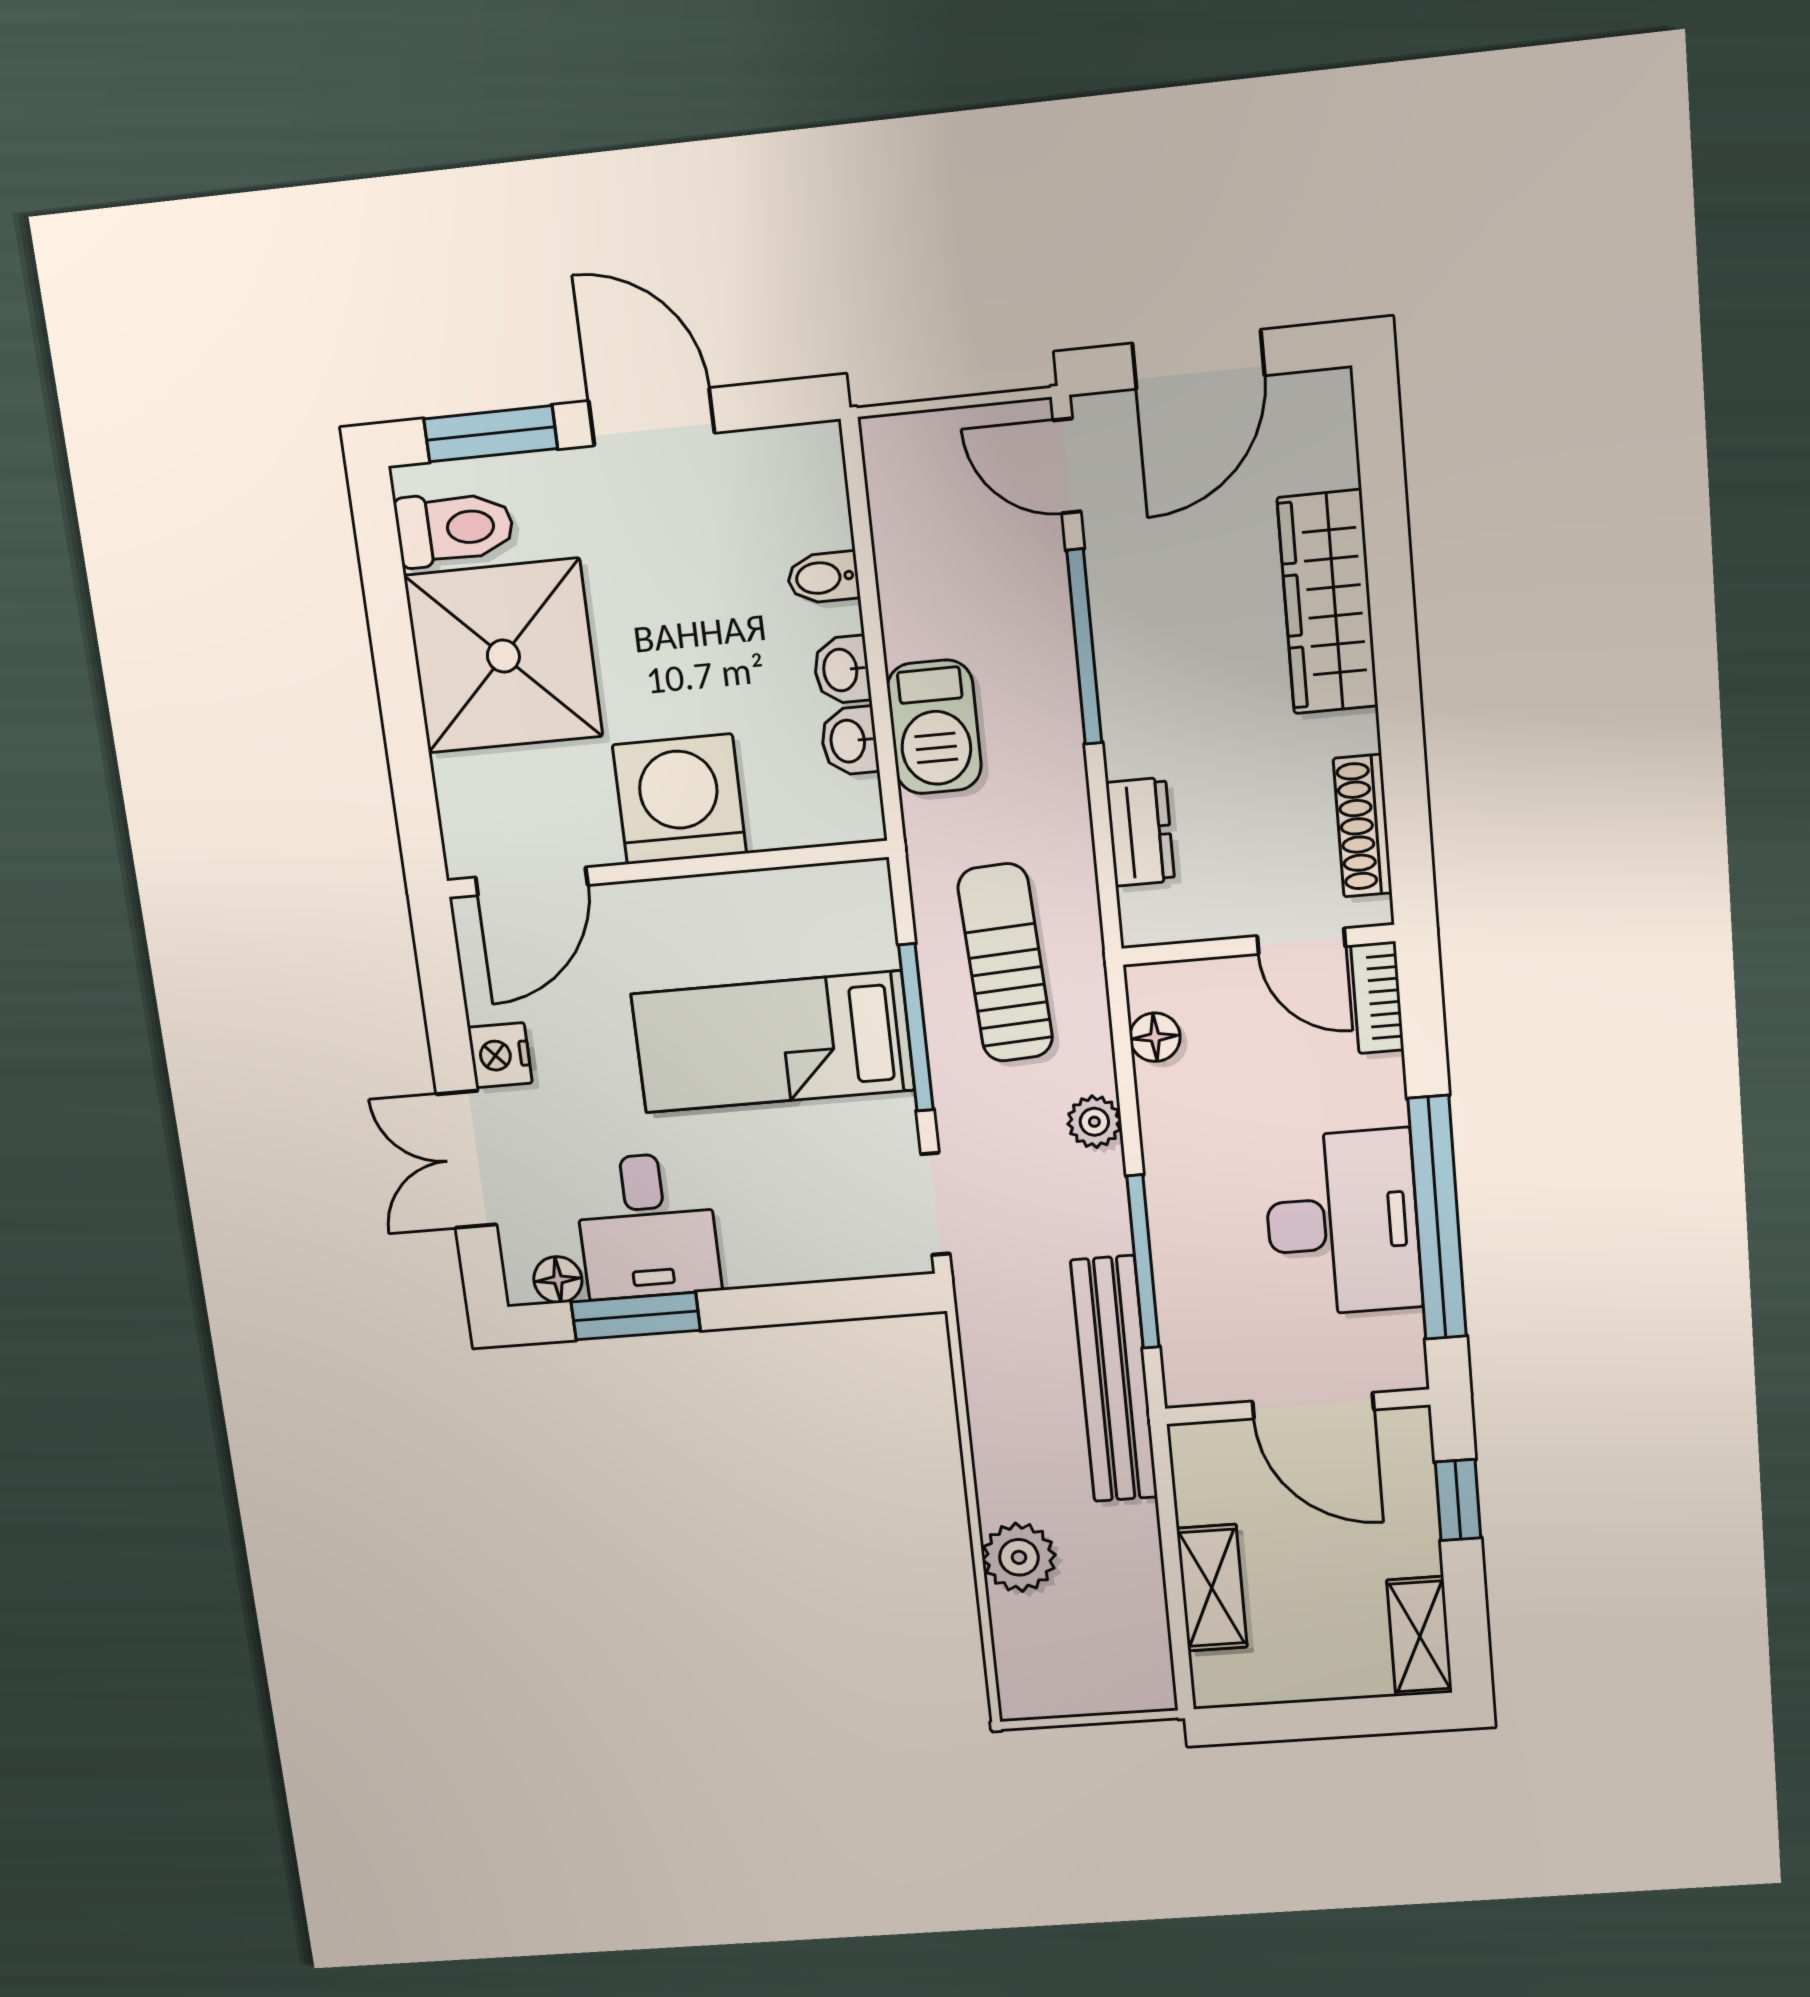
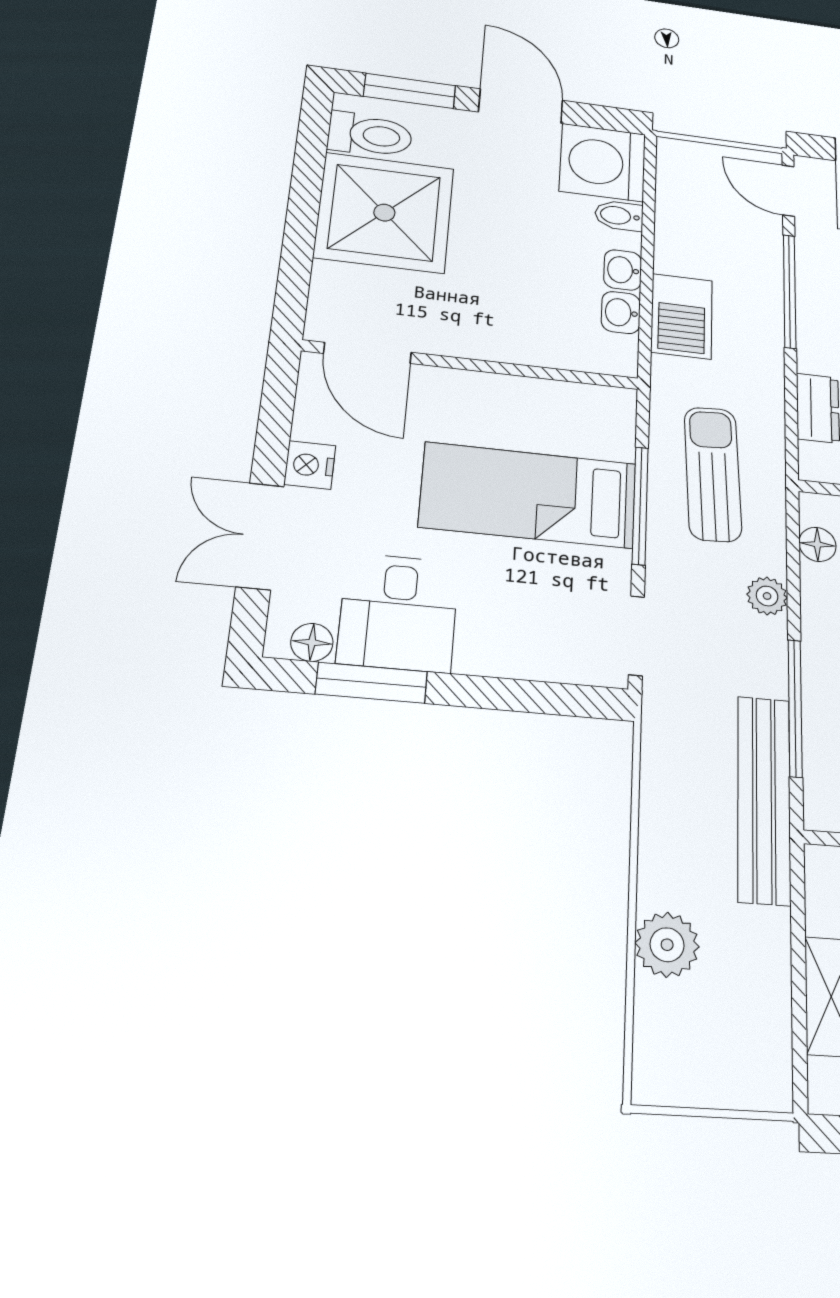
washing machine: (680, 799) -> (603, 162), moved, turned -90
door: (532, 881) -> (367, 353), hinge flipped

